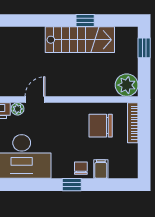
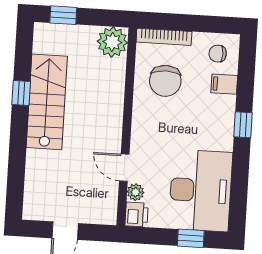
chair: (81, 168) -> (218, 54), moved

